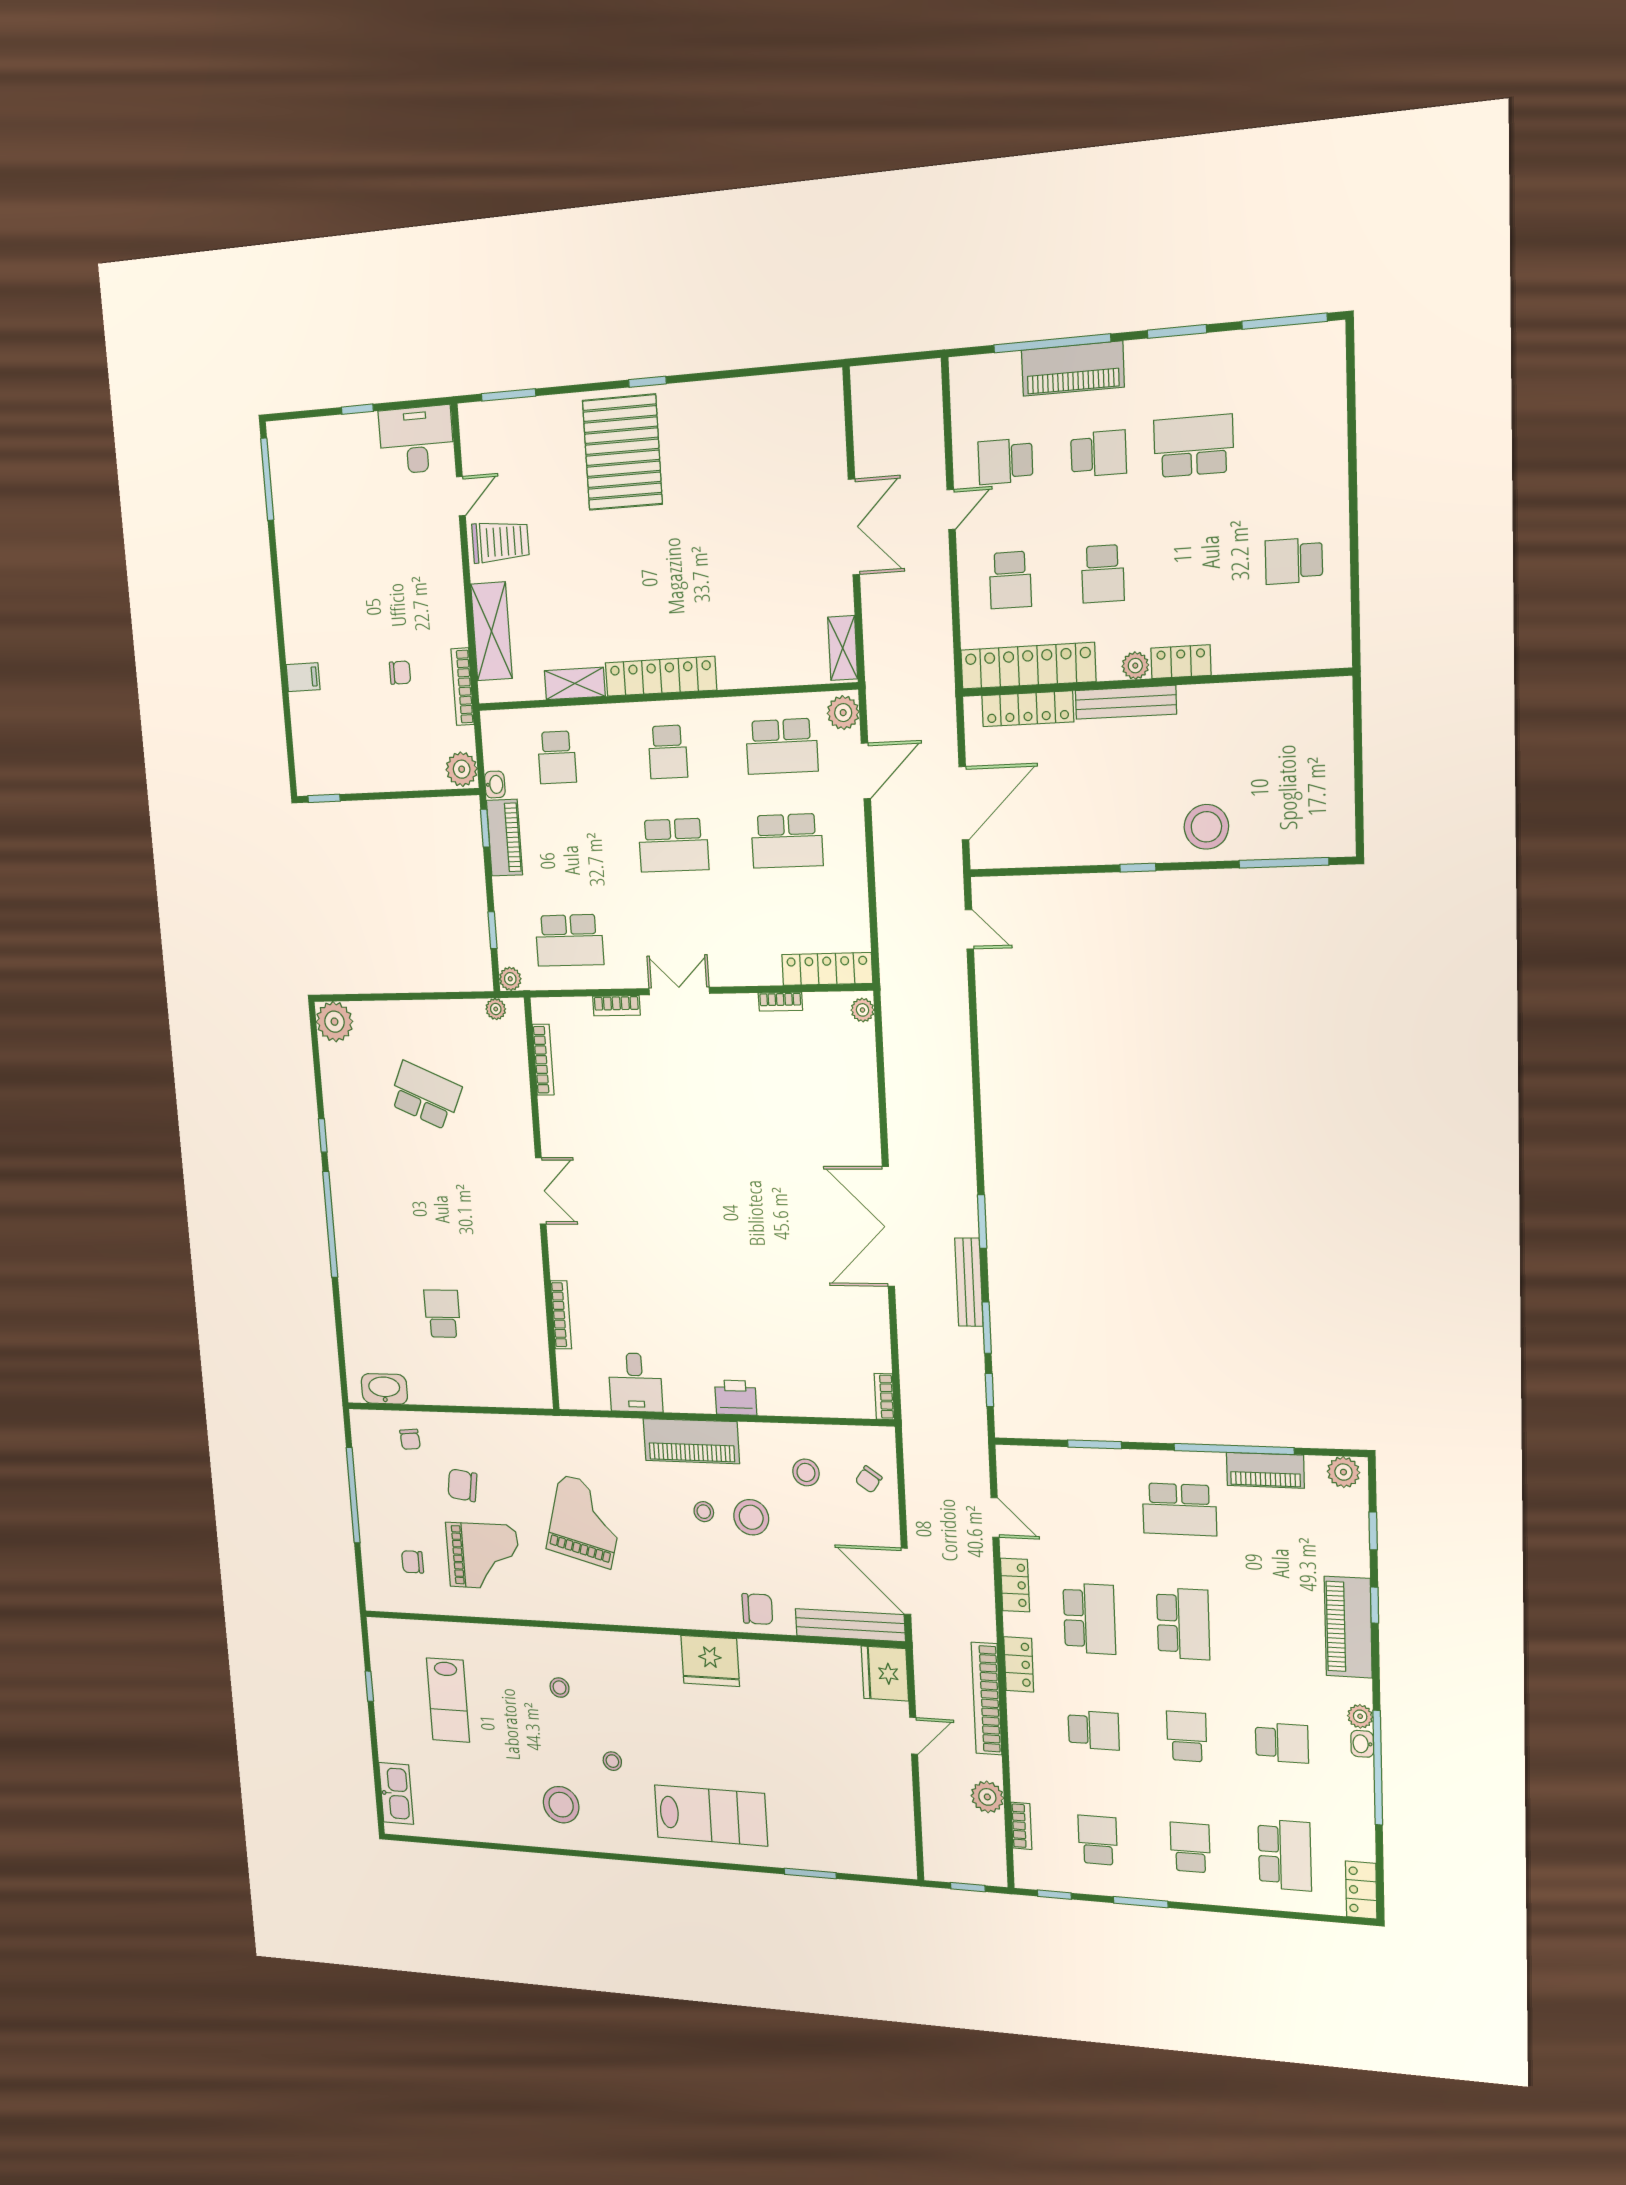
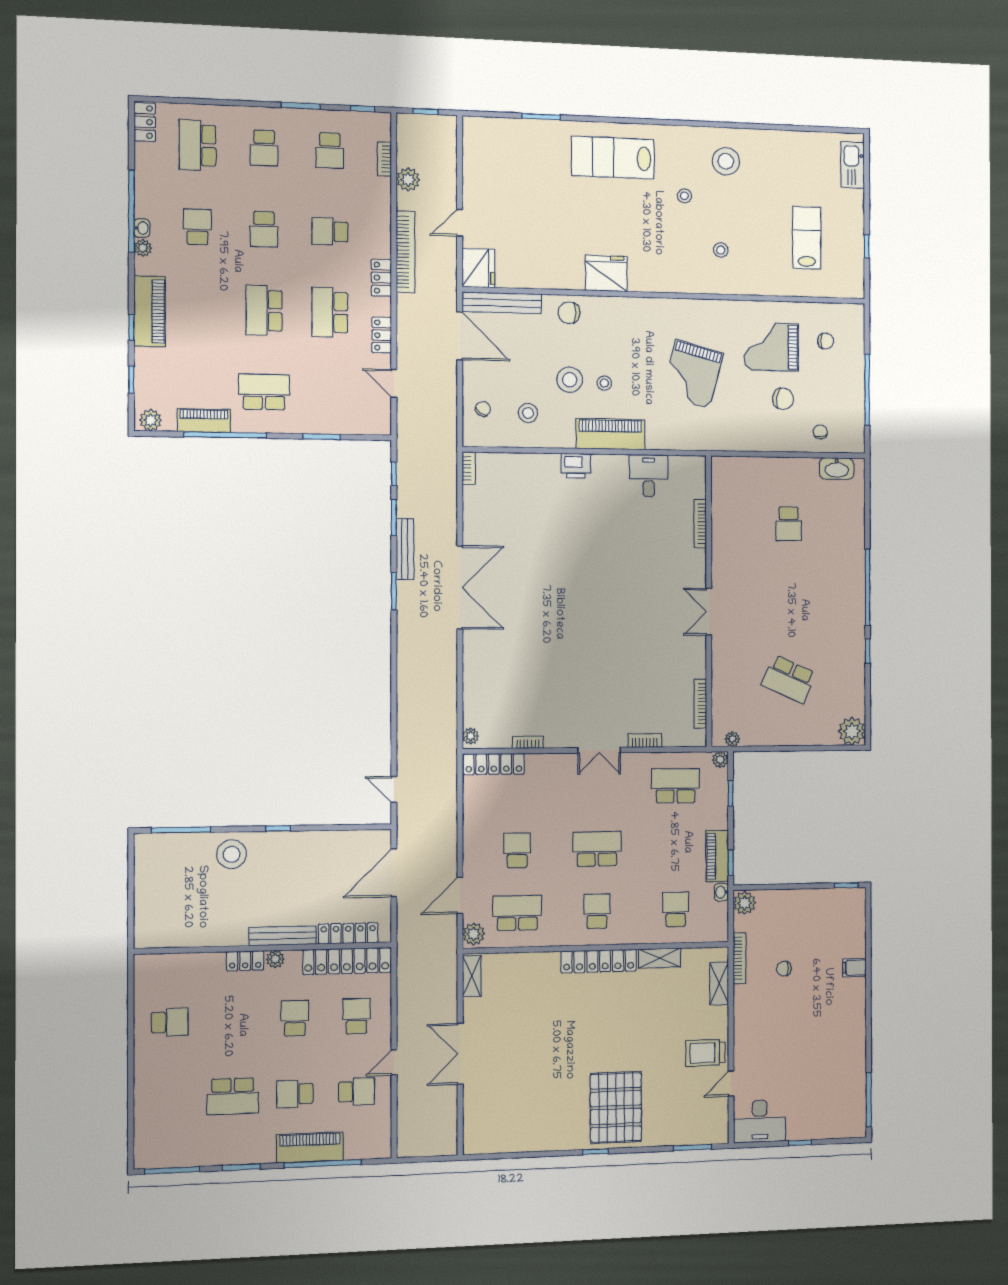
shelving: (491, 631) -> (719, 983), width x0.67, depth x0.75
school desk: (787, 841) -> (517, 850), width x0.54
school desk: (1282, 1743) -> (198, 227), turned 90

